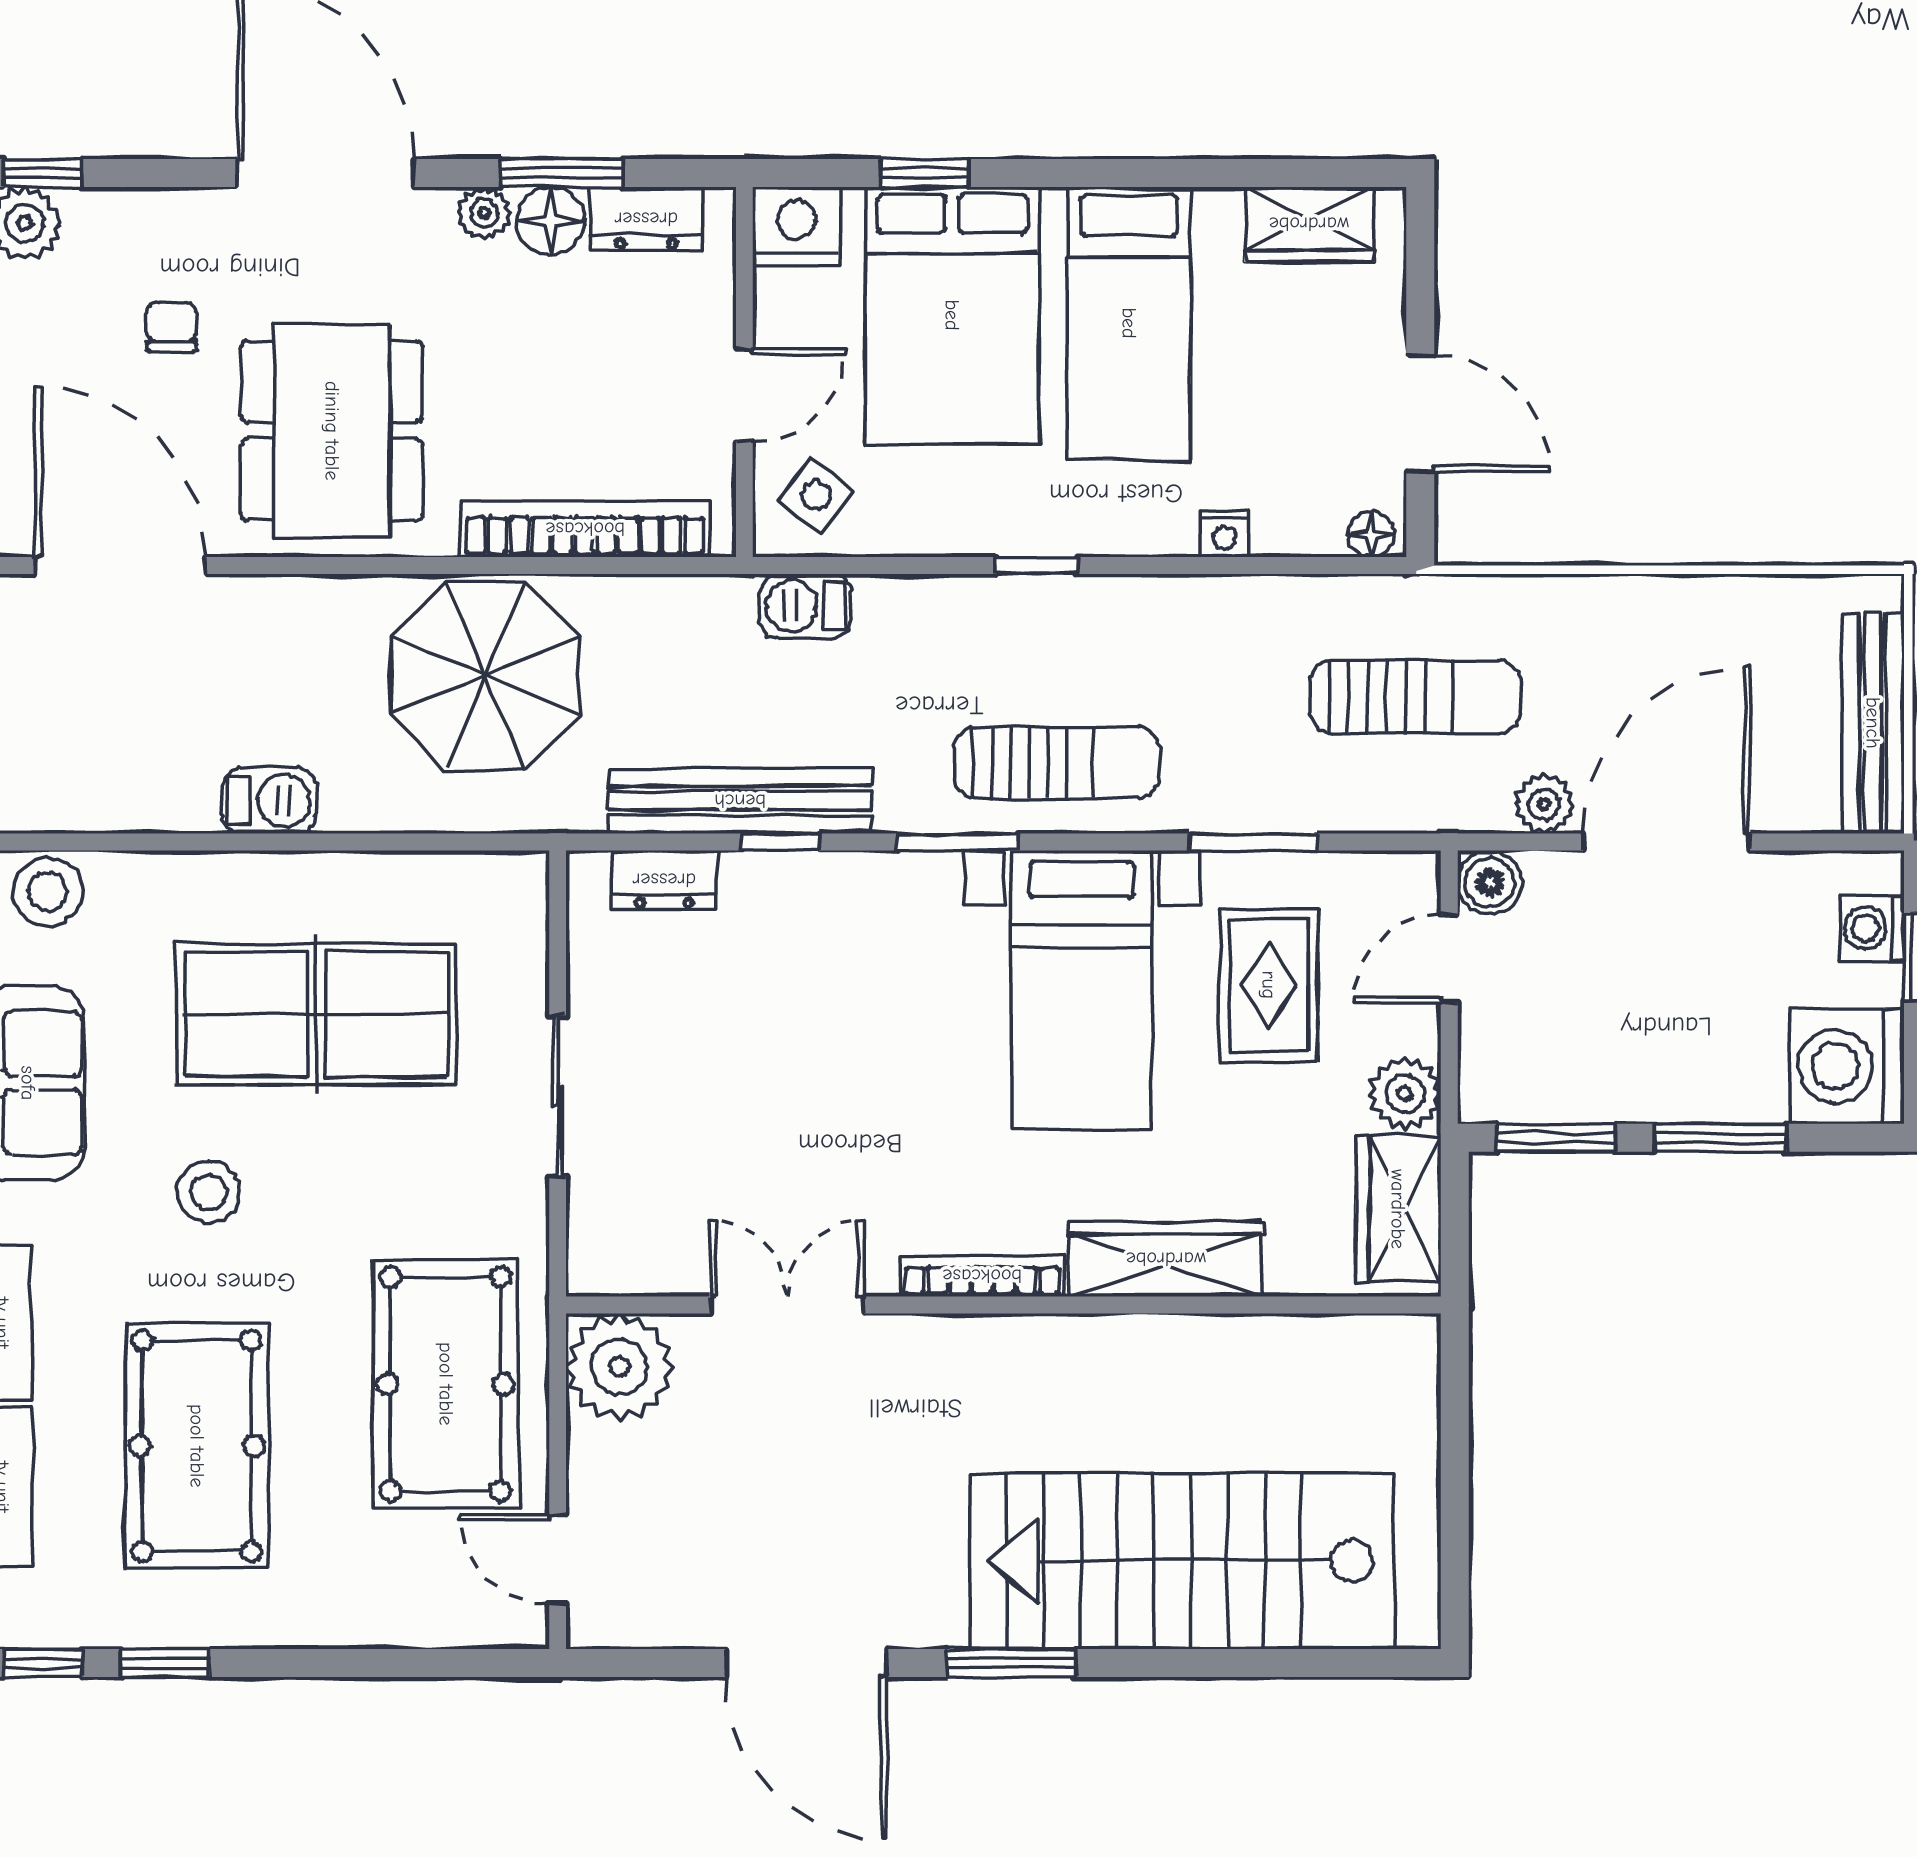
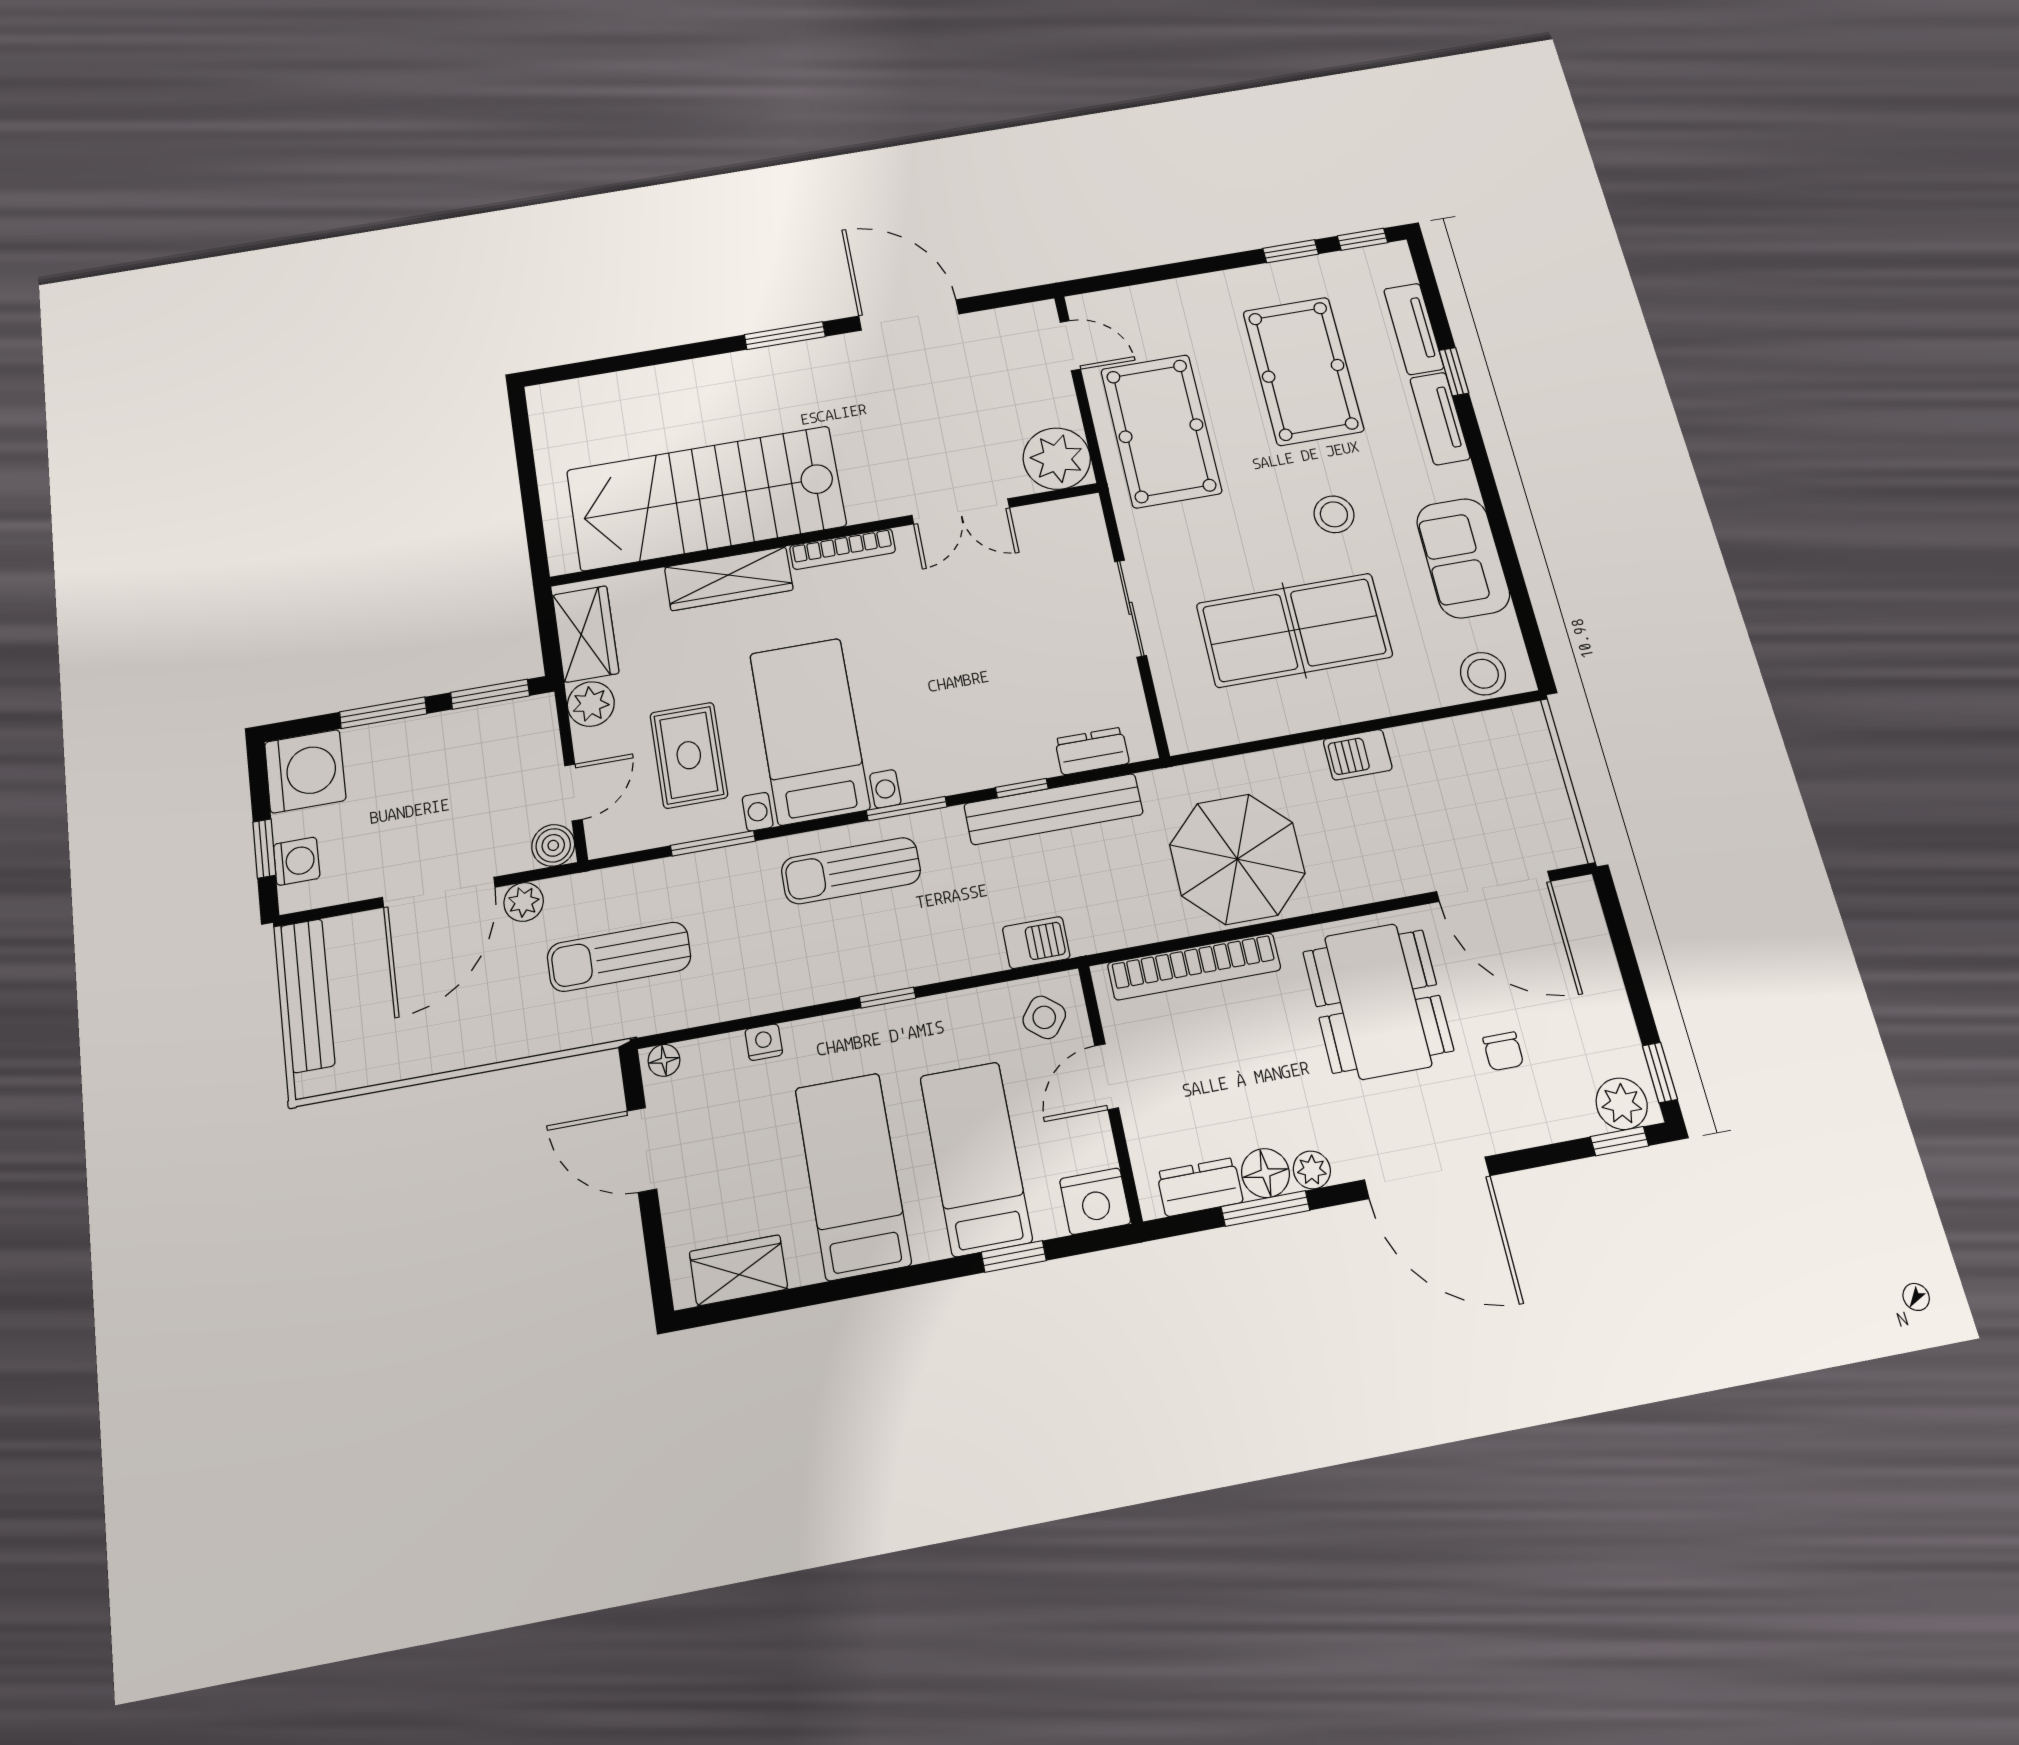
bed: (952, 315) -> (976, 1158), width x0.67
stairs: (1182, 1561) -> (706, 498), moved, turned 180

